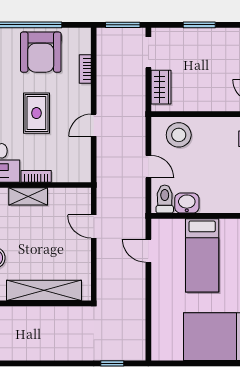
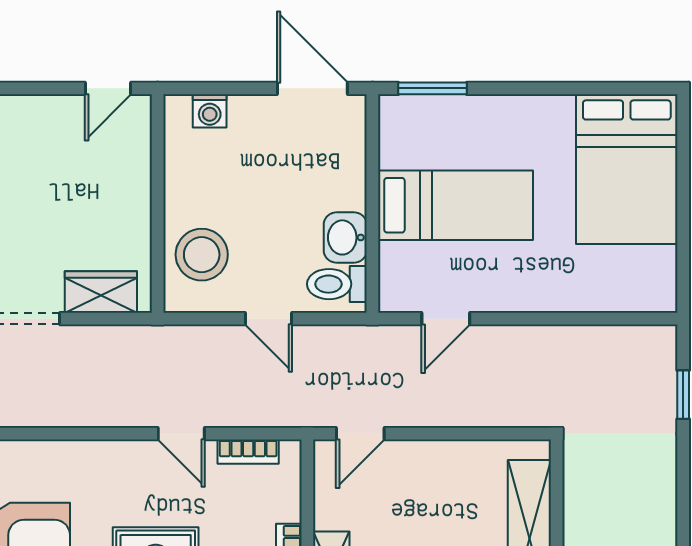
bookcase: (85, 69) -> (248, 452), moved
door: (148, 167) -> (268, 319), swing flipped
door: (94, 227) -> (360, 434), moved

